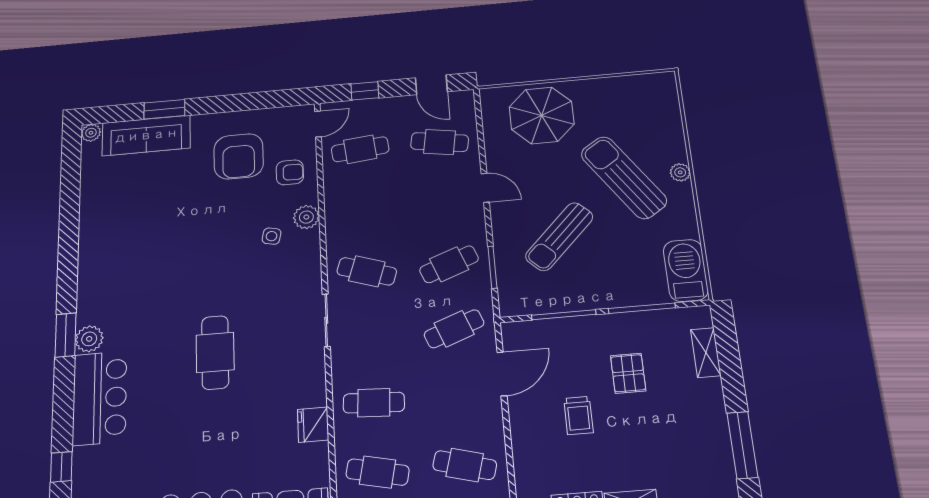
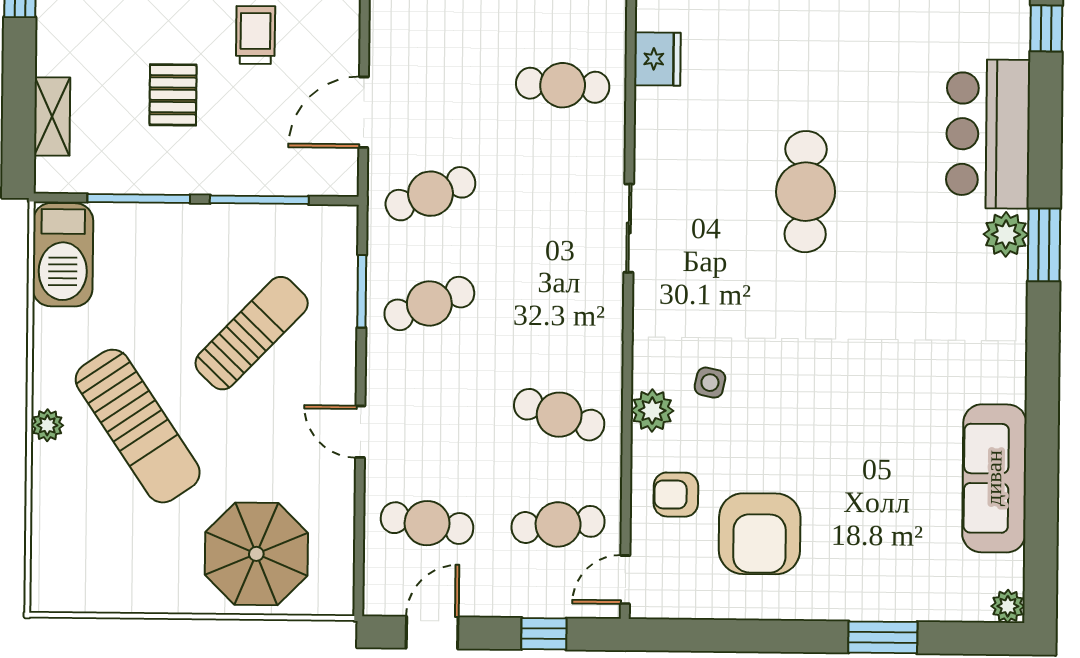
door: (431, 85) -> (432, 633), hinge flipped
sofa: (146, 135) -> (994, 478), moved, turned -90
armchair: (239, 156) -> (760, 534), turned 180
cafe table: (367, 271) -> (559, 415), moved

